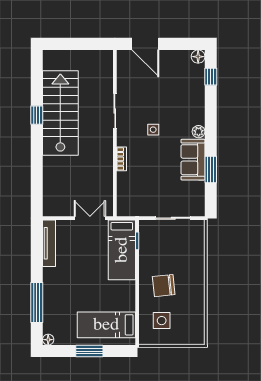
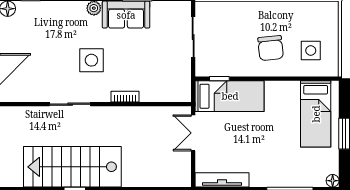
side table: (153, 130) -> (91, 60), width x1.87, depth x1.87

